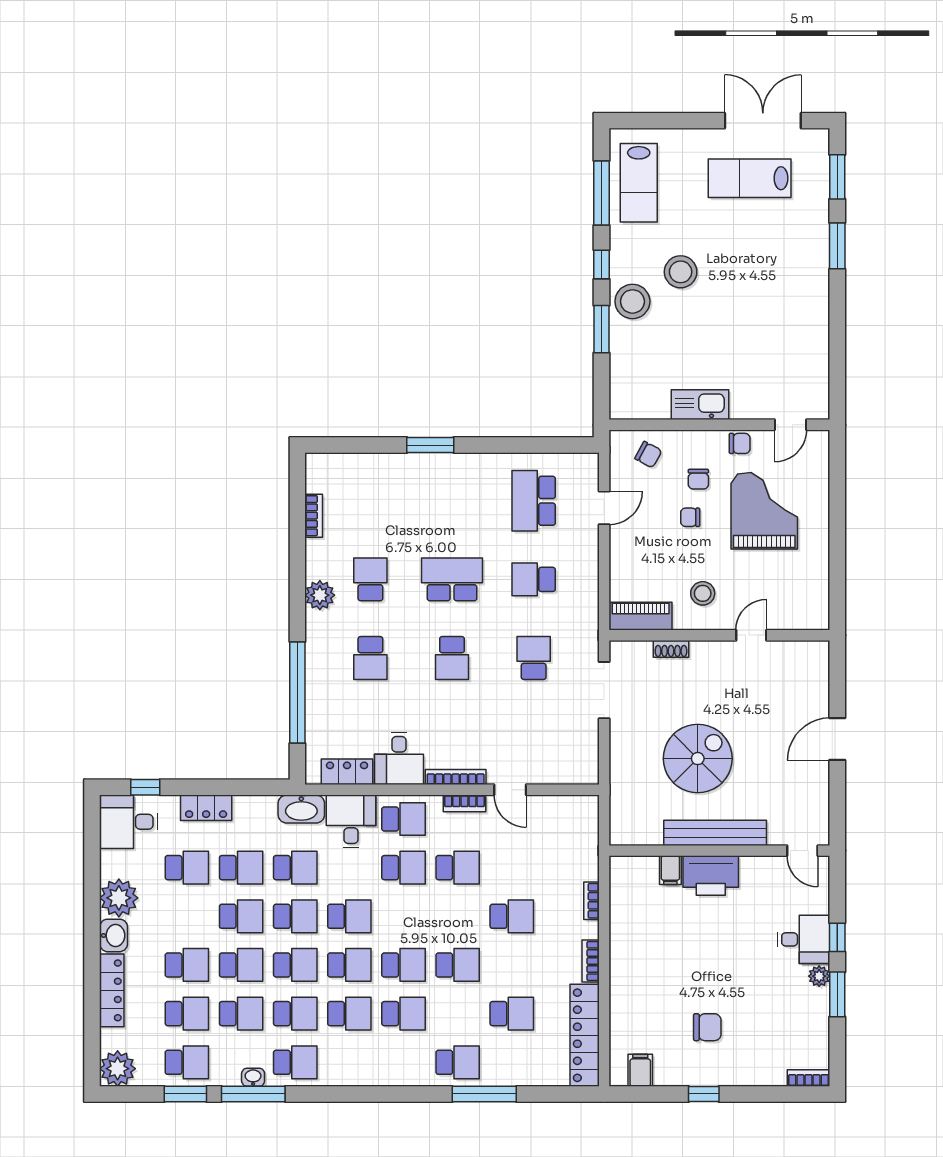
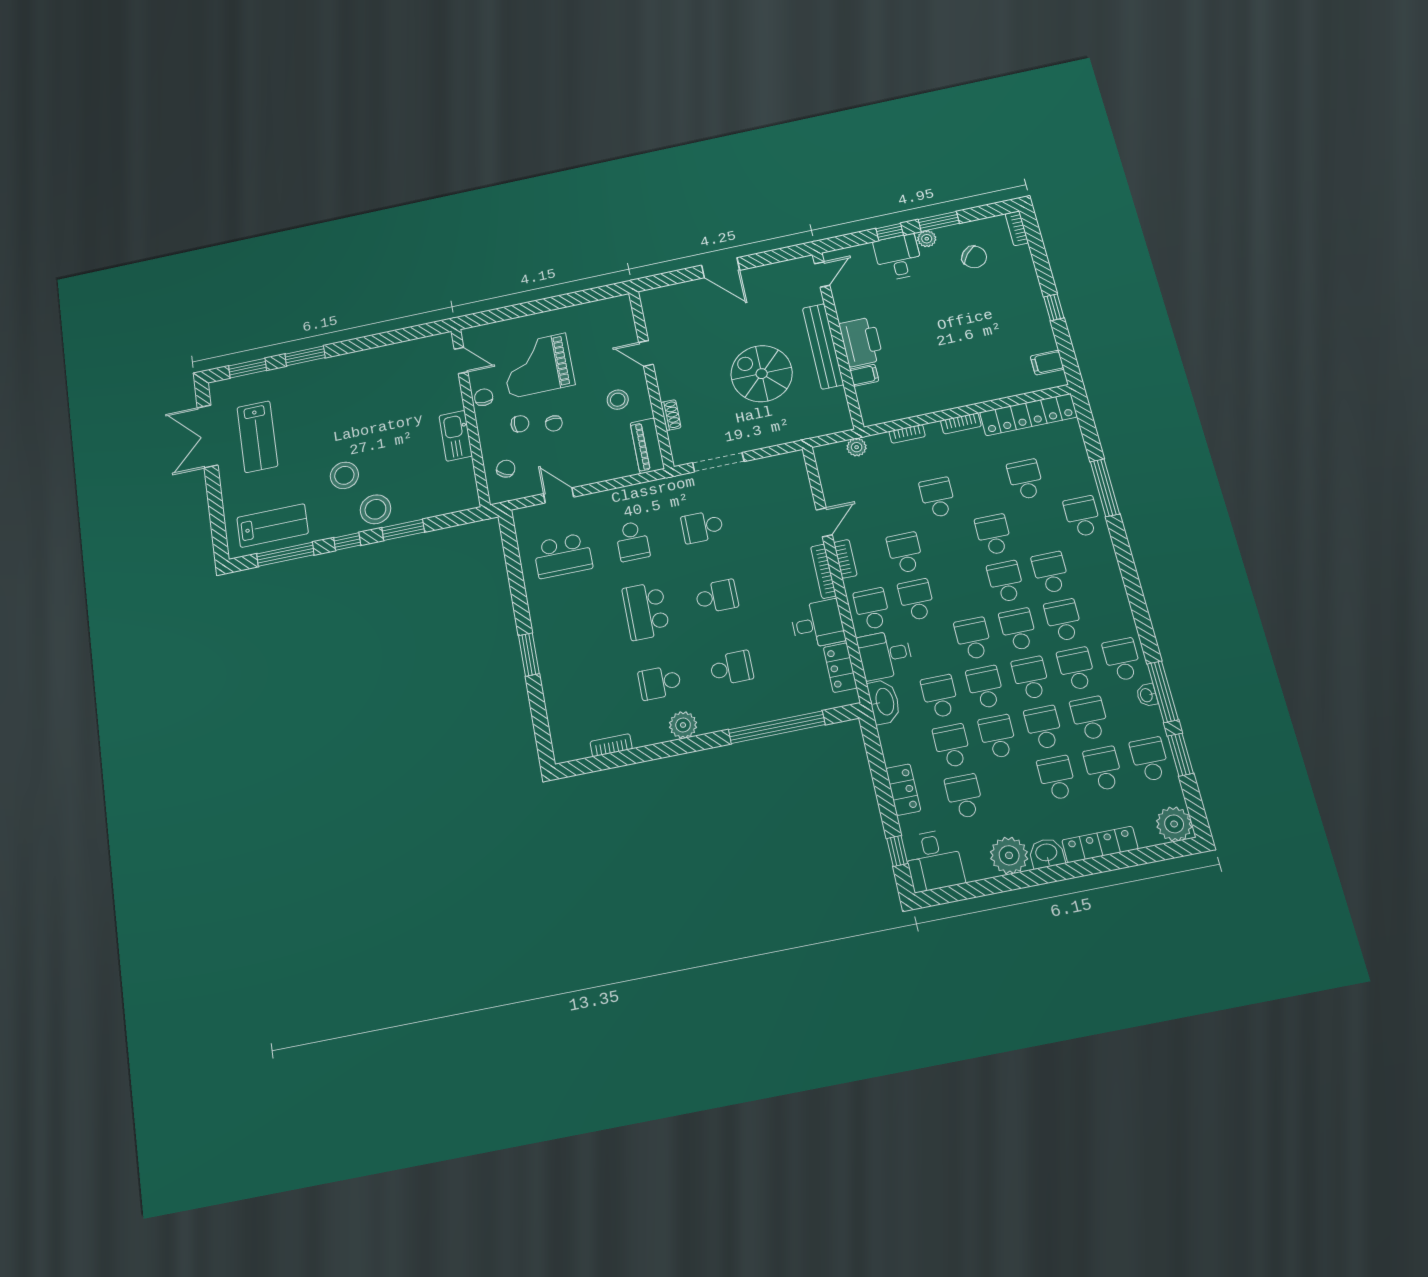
plant: (588, 843) -> (857, 447), added
chair: (707, 1027) -> (974, 257), moved, turned 130

